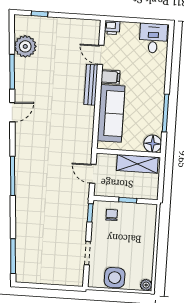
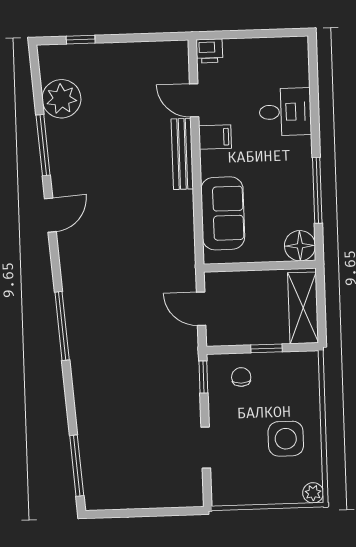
desk: (153, 38) -> (285, 112), moved, turned 90
sofa: (111, 113) -> (223, 213), width x0.73
shelving: (137, 164) -> (303, 308), moved, turned 90
side table: (115, 278) -> (286, 439), moved

